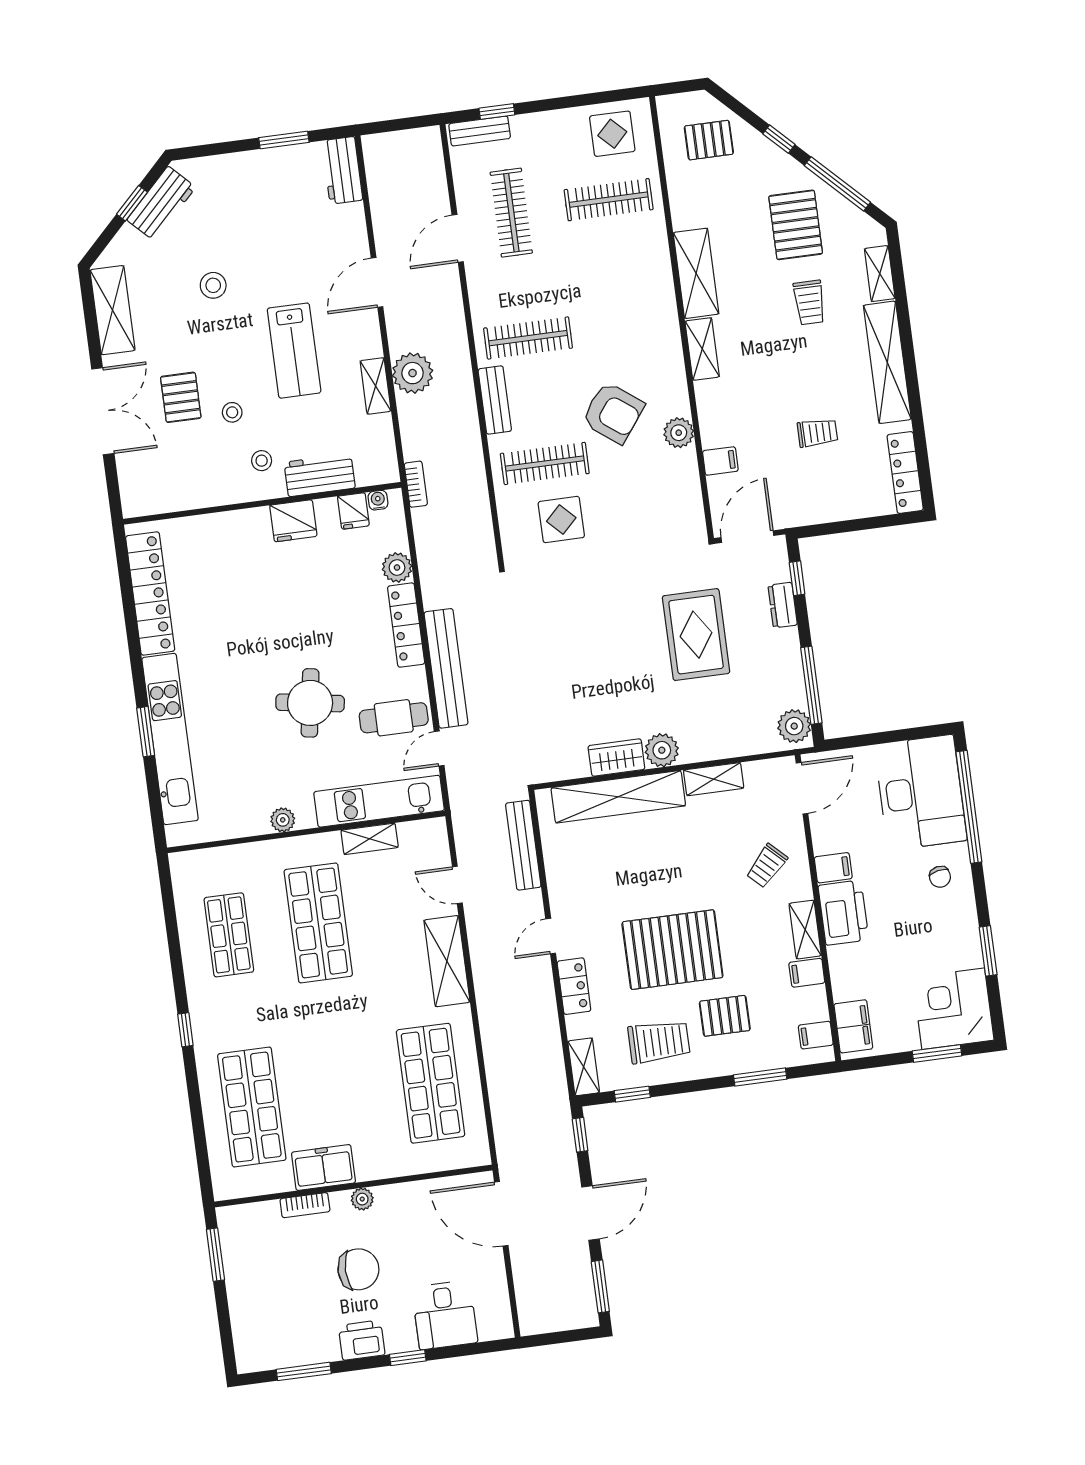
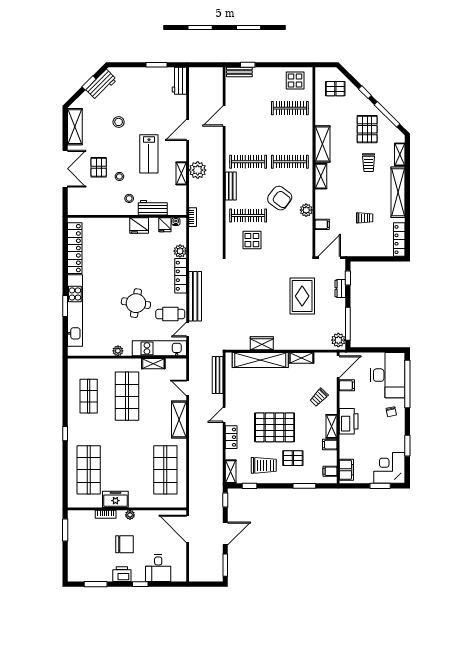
clothes rail: (511, 213) -> (290, 162), moved, turned 90
plant: (662, 750) -> (281, 343), removed
filing cabinet: (833, 868) -> (347, 385), moved

